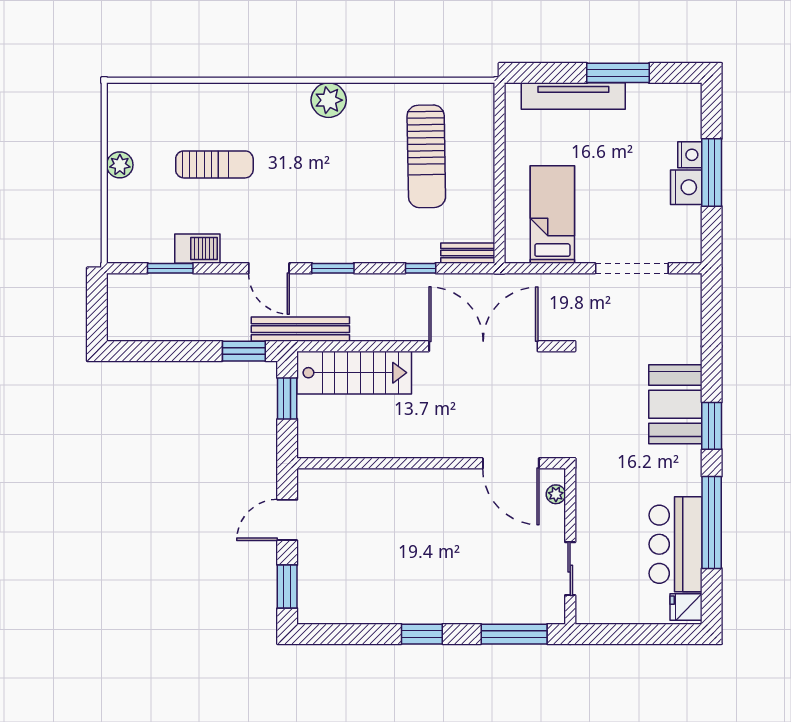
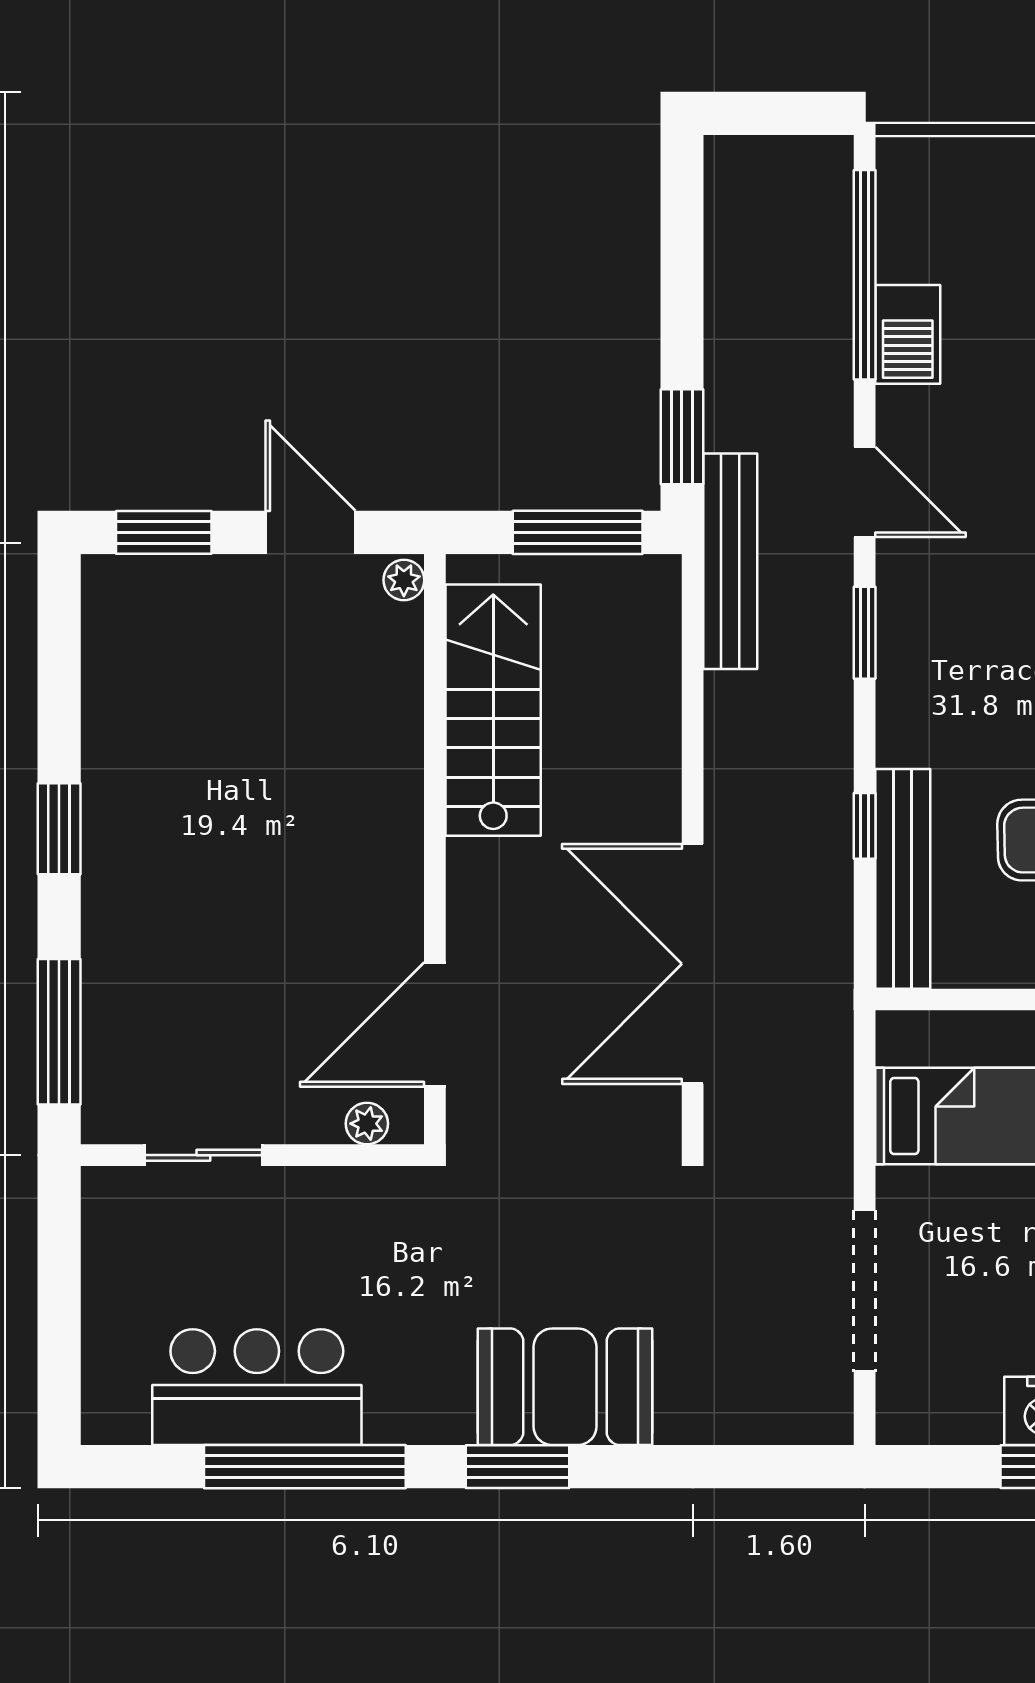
bench: (468, 253) -> (903, 879), width x1.86, depth x1.21
window: (170, 268) -> (865, 275), width x2.11
door: (269, 268) -> (865, 492), swing flipped
double door: (483, 346) -> (693, 964), swing flipped
stairs: (354, 373) -> (493, 710), moved, turned 180
window: (287, 399) -> (578, 532), width x1.44
plant: (309, 477) -> (404, 580), added
fridge: (686, 607) -> (119, 1410), removed

